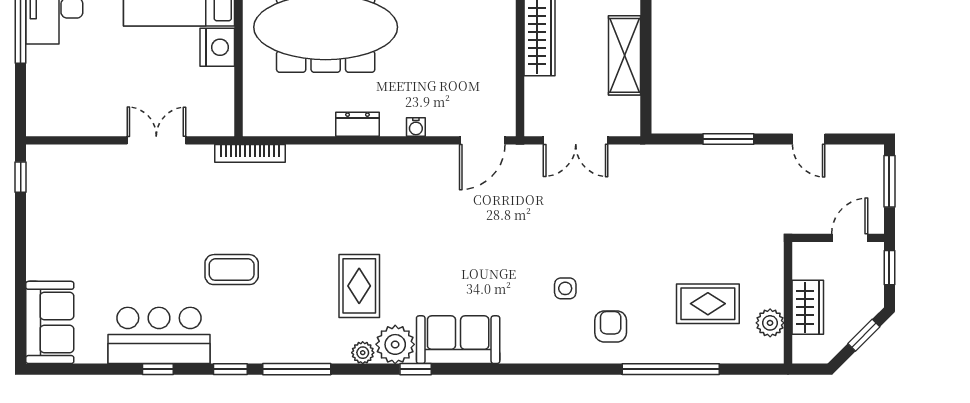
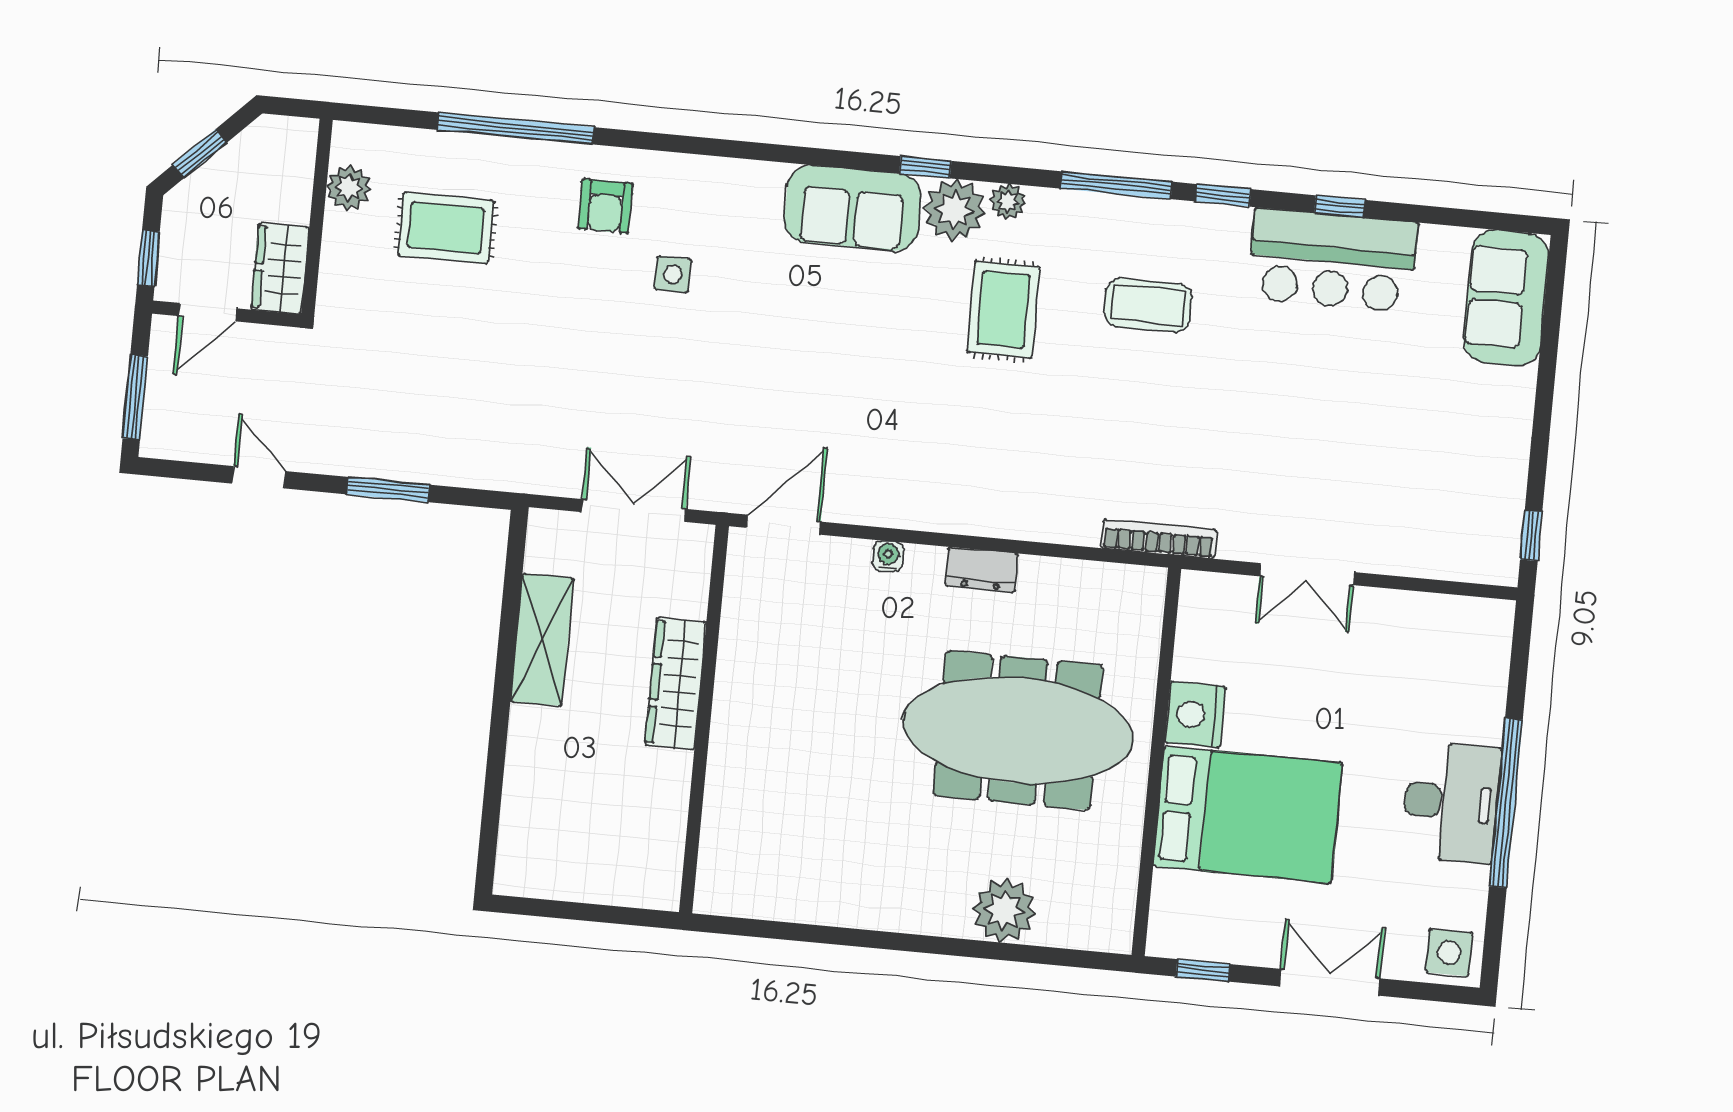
coffee table: (232, 270) -> (1148, 305), moved
wardrobe: (808, 307) -> (280, 269), moved

